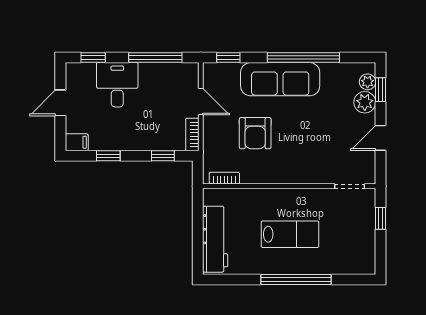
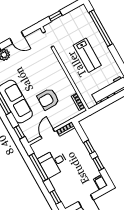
desk: (117, 85) -> (53, 163), moved
armchair: (255, 133) -> (48, 99), turned 180
window: (163, 156) -> (89, 147), moved
lab bench: (290, 234) -> (87, 55), turned 180
window: (296, 279) -> (101, 28), moved

